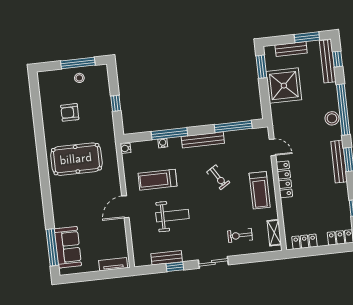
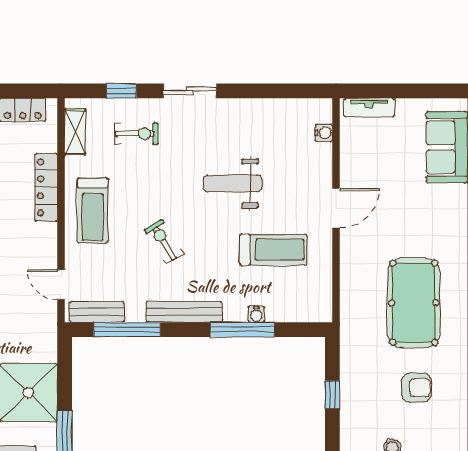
water cooler: (126, 148) -> (324, 133), moved
pool table: (76, 159) -> (414, 303), turned 90
locker: (284, 179) -> (46, 187), moved
treadmill: (260, 190) -> (93, 210), turned 180
weight bench: (172, 216) -> (232, 183), moved
bench: (167, 258) -> (97, 312), moved
window: (175, 267) -> (121, 91), moved

